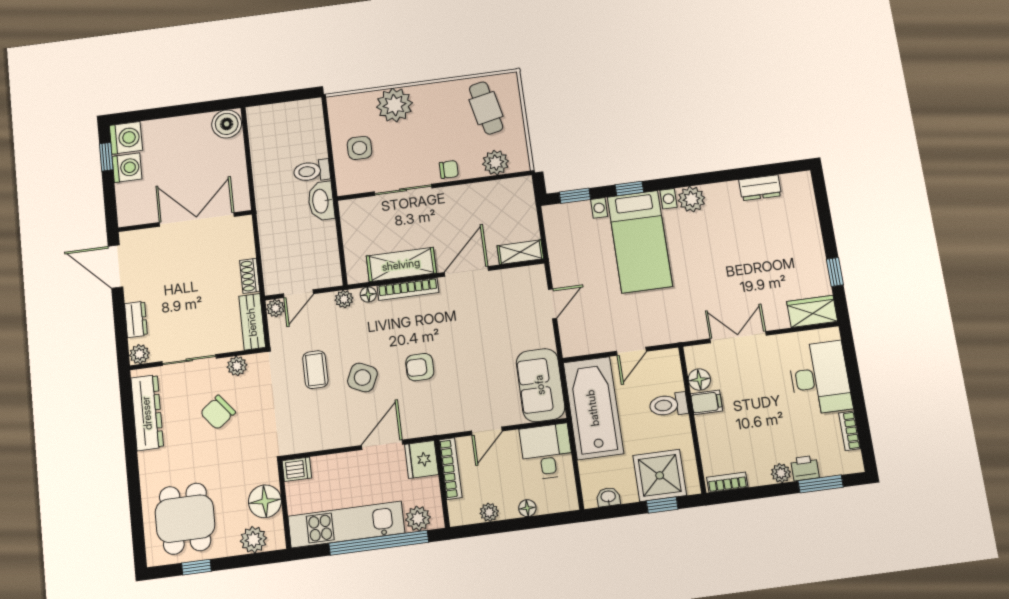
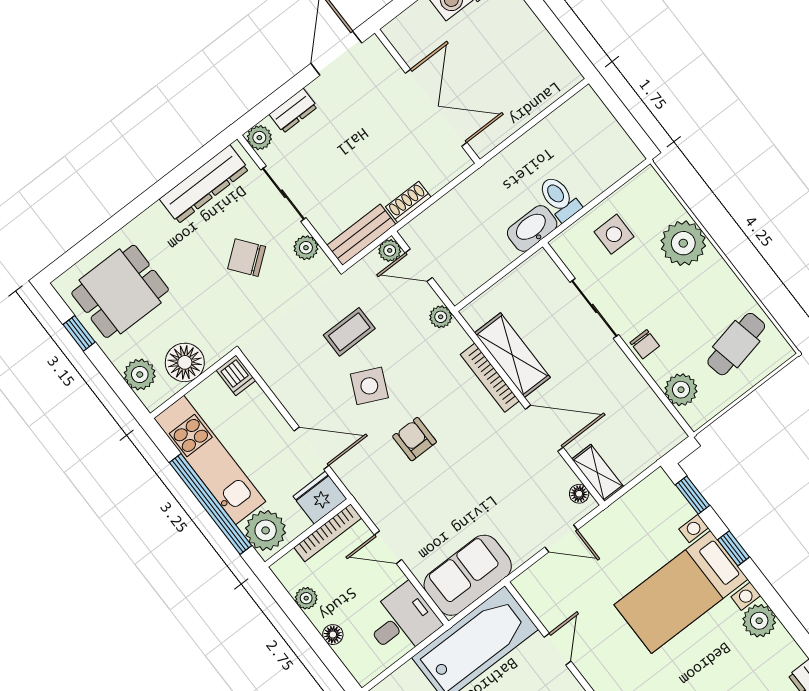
boiler: (227, 124) -> (559, 74), removed
floor lamp: (368, 295) -> (579, 494), moved
door: (631, 351) -> (558, 649), swing flipped
plant: (418, 518) -> (266, 530), width x1.36, depth x1.36

